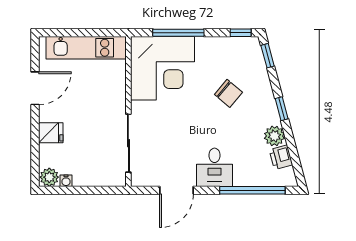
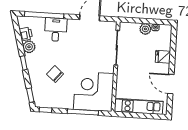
door: (35, 88) -> (171, 84), hinge flipped
desk: (214, 167) -> (56, 30), moved
plant: (49, 177) -> (145, 29), moved

